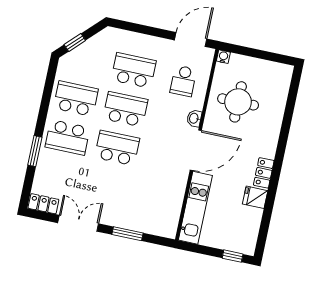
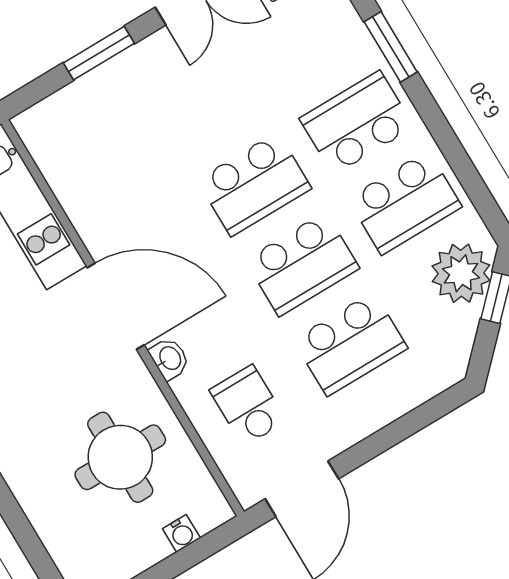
water cooler: (223, 57) -> (181, 533), moved
plant: (79, 60) -> (461, 273), added
door: (196, 150) -> (116, 306), swing flipped

